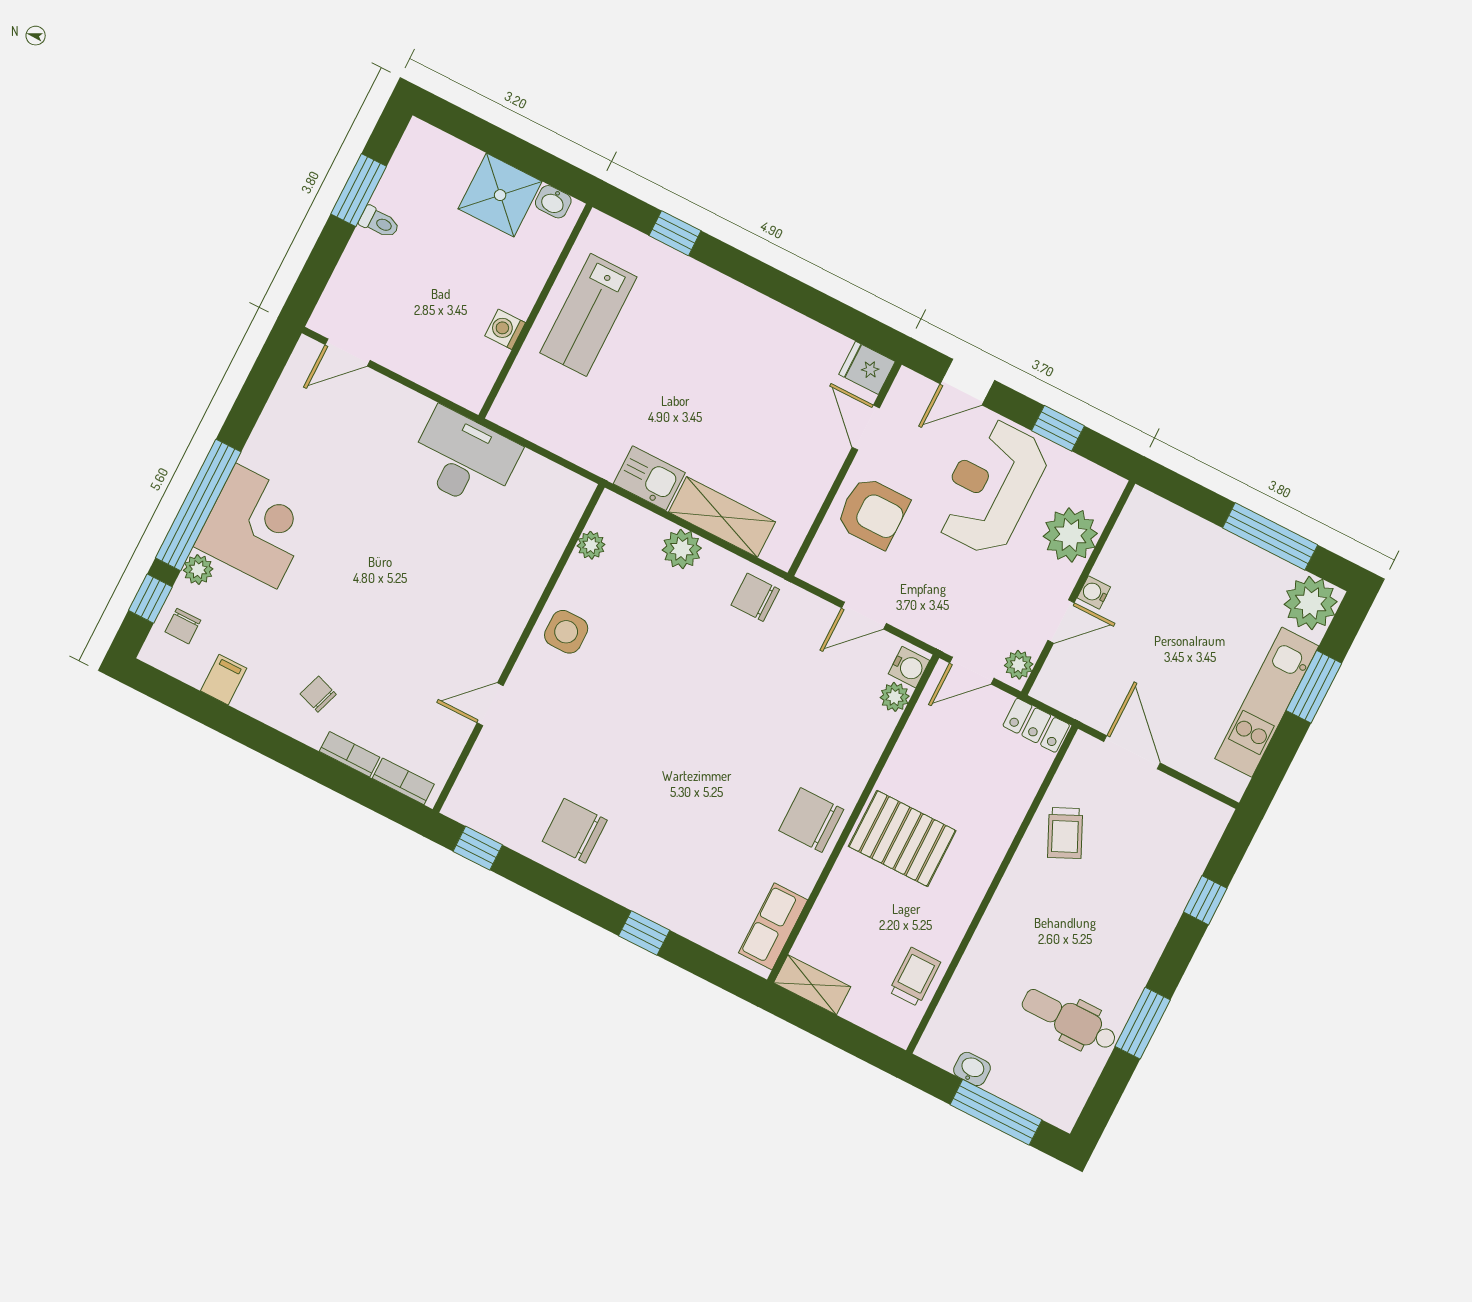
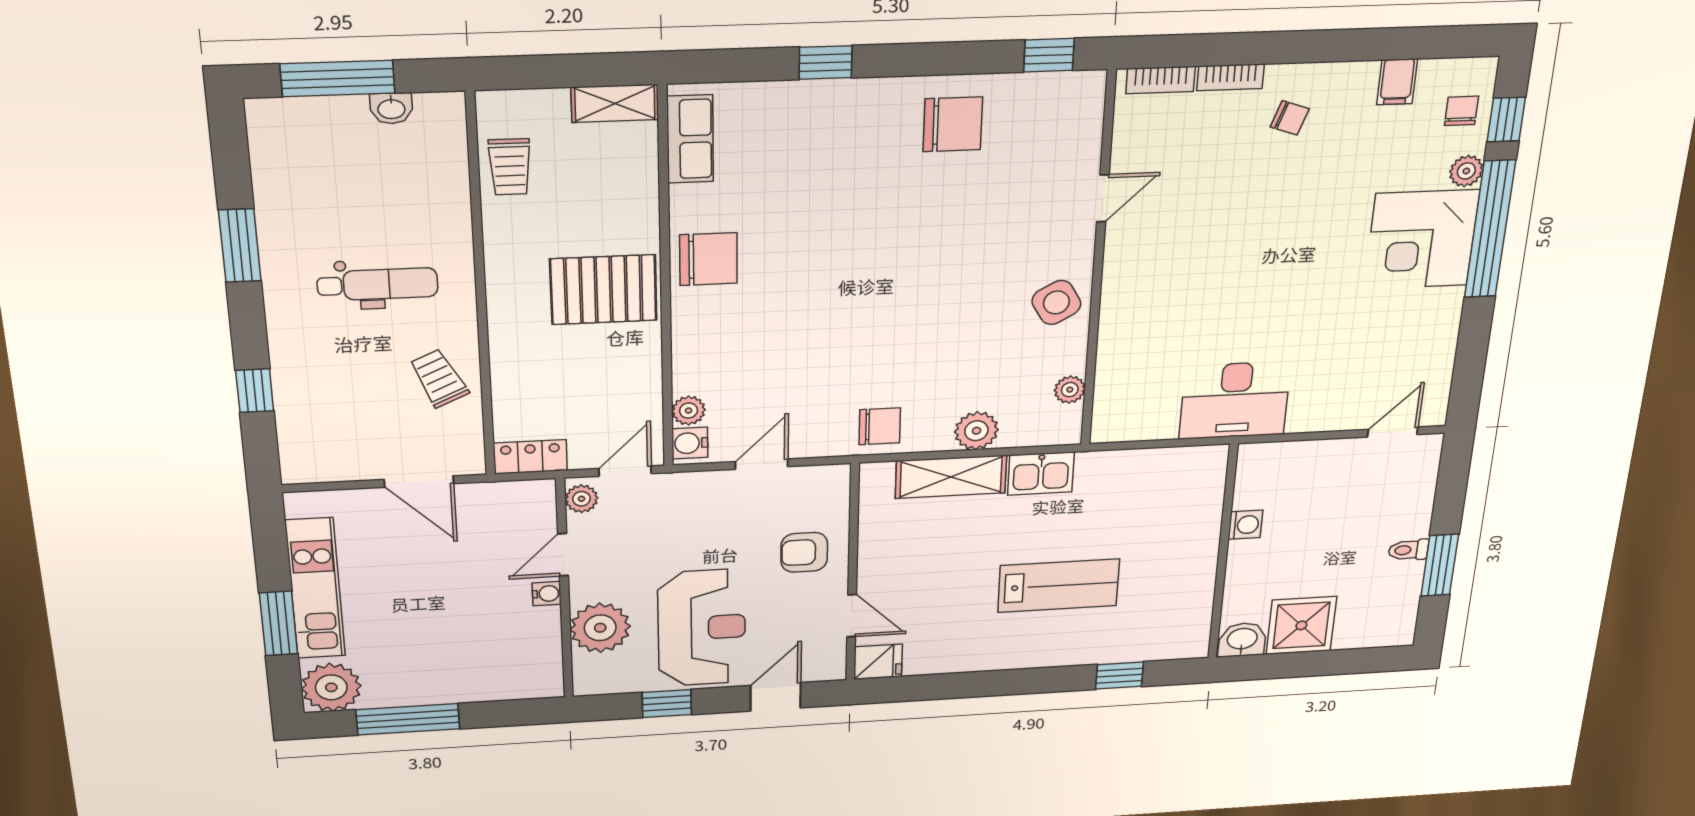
washbasin: (553, 202) -> (1242, 640), width x1.38, depth x1.45
lab bench: (588, 315) -> (1059, 586), moved, turned 90
armchair: (873, 512) -> (804, 552), width x0.72, depth x0.72
side table: (566, 632) -> (1056, 302), turned -30
dental chair: (1069, 1020) -> (377, 284), moved

